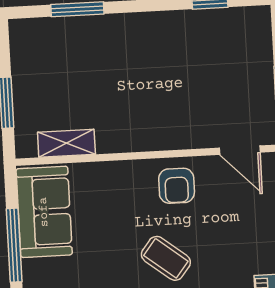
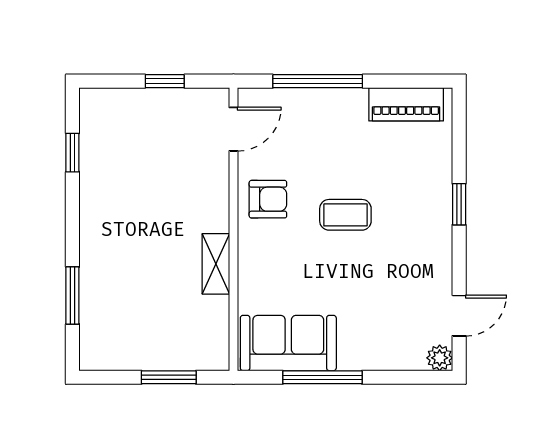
shelving: (66, 143) -> (216, 264), moved
coffee table: (166, 258) -> (345, 215), turned 52

